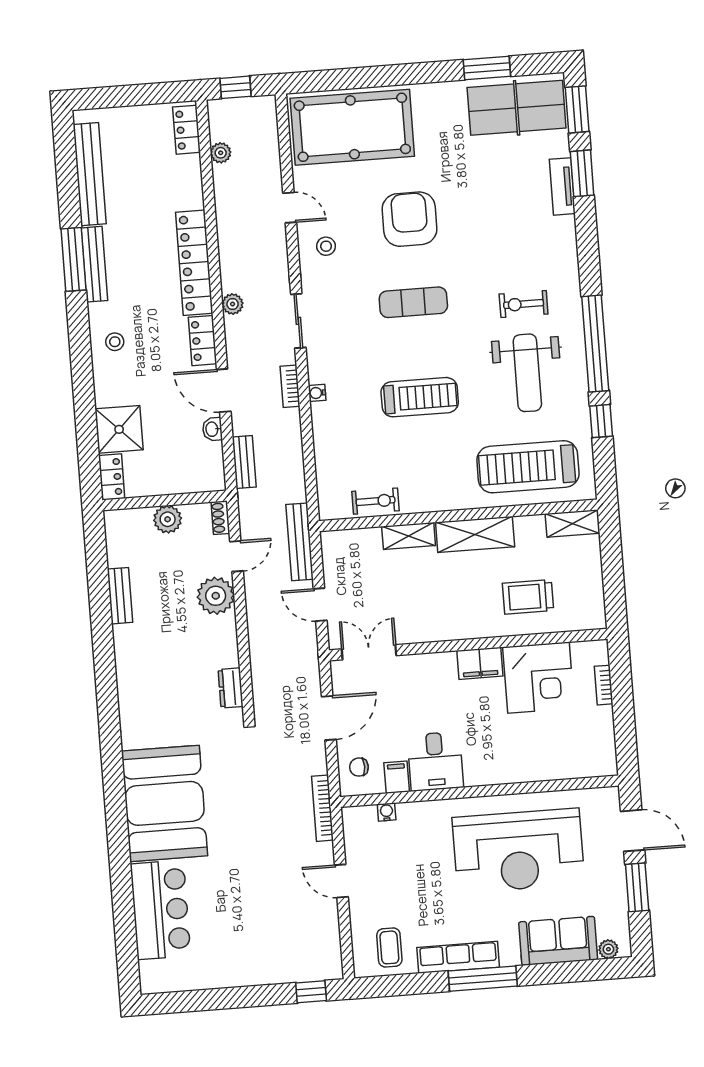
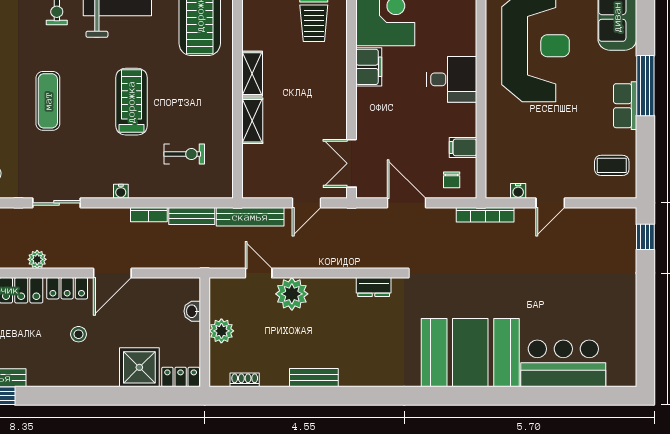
stool: (115, 342) -> (79, 334), moved
bookcase: (290, 386) -> (149, 215), moved
washbasin: (212, 429) -> (192, 311), moved, turned 90
bench: (244, 462) -> (192, 216), moved
exercise bike: (376, 501) -> (184, 154), moved, turned 90
shoe rack: (220, 518) -> (245, 380), moved, turned 180
shelving: (475, 534) -> (252, 74), width x0.67, depth x0.75
bench: (120, 596) -> (314, 378), moved
desk: (435, 761) -> (452, 79), moved
water cooler: (387, 812) -> (518, 191), moved, turned -90
row of seats: (458, 957) -> (625, 106), width x0.68

